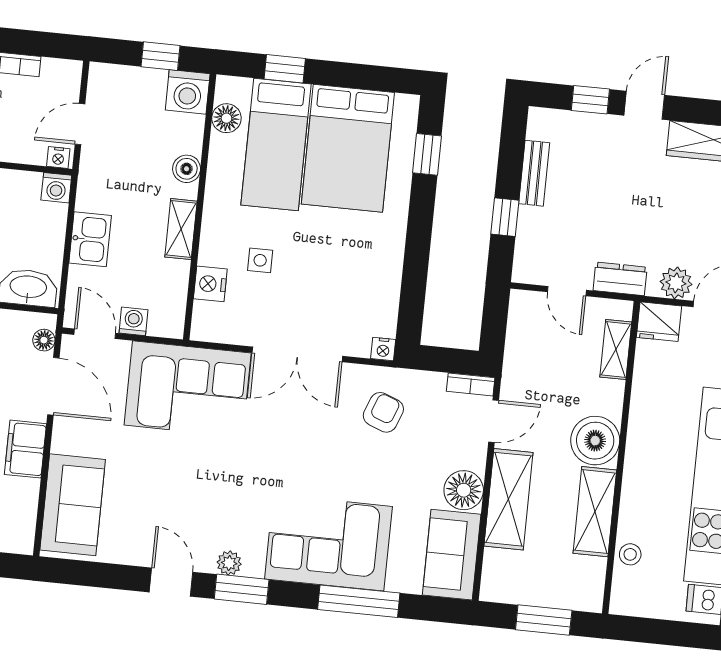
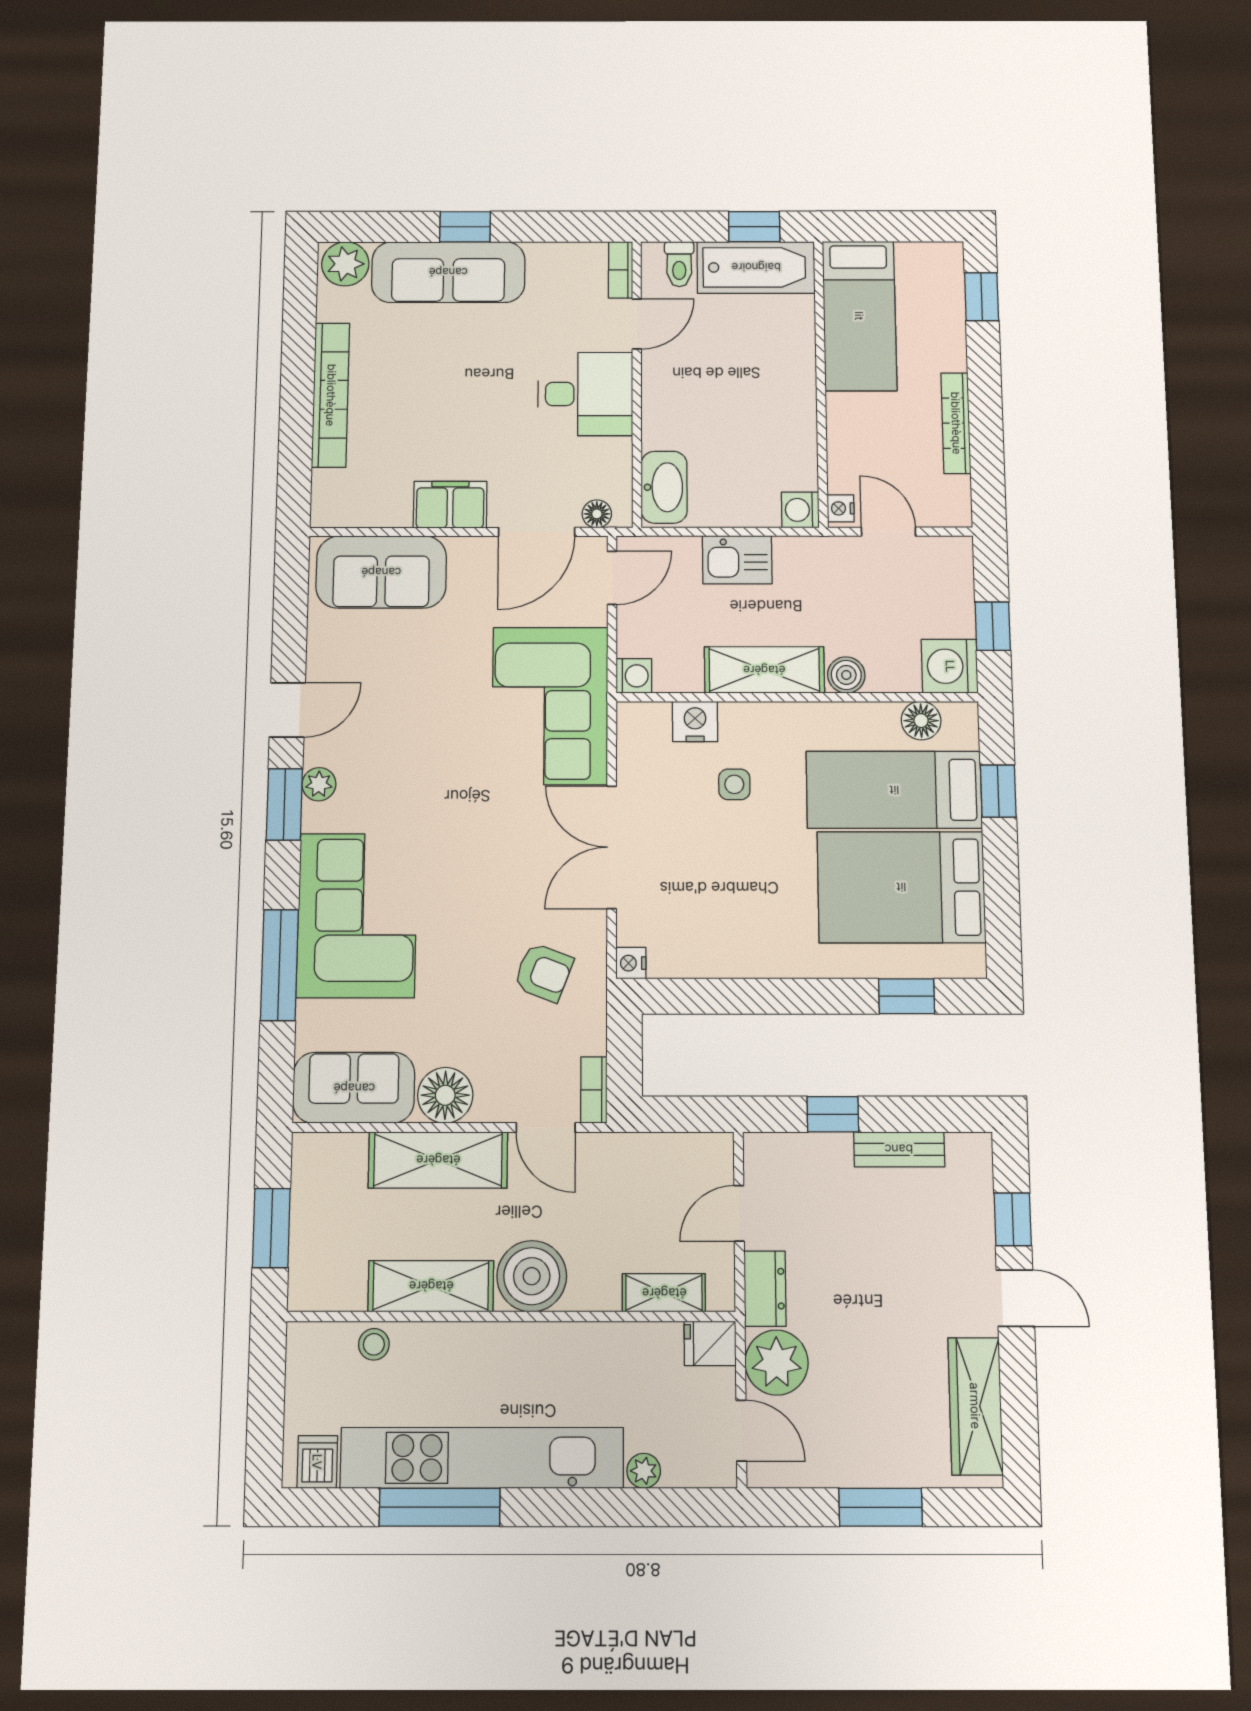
shelving: (181, 229) -> (764, 670), width x1.50, depth x1.33
plant: (676, 283) -> (777, 1363), width x1.36, depth x1.36
washing machine: (133, 321) -> (634, 676), moved
fridge: (659, 322) -> (710, 1343), width x0.72

